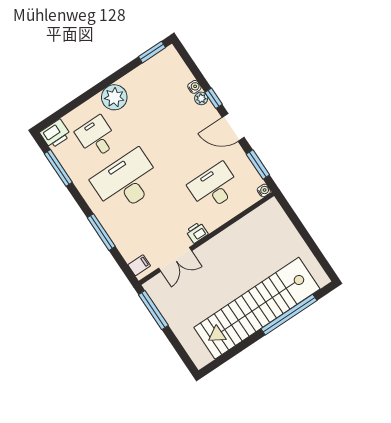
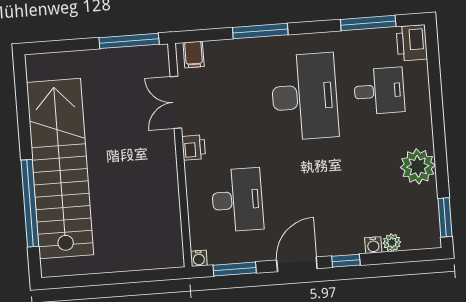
plant: (114, 97) -> (418, 166), moved
plant: (201, 98) -> (392, 243), moved

